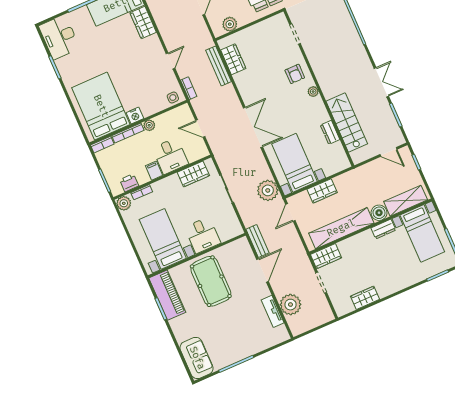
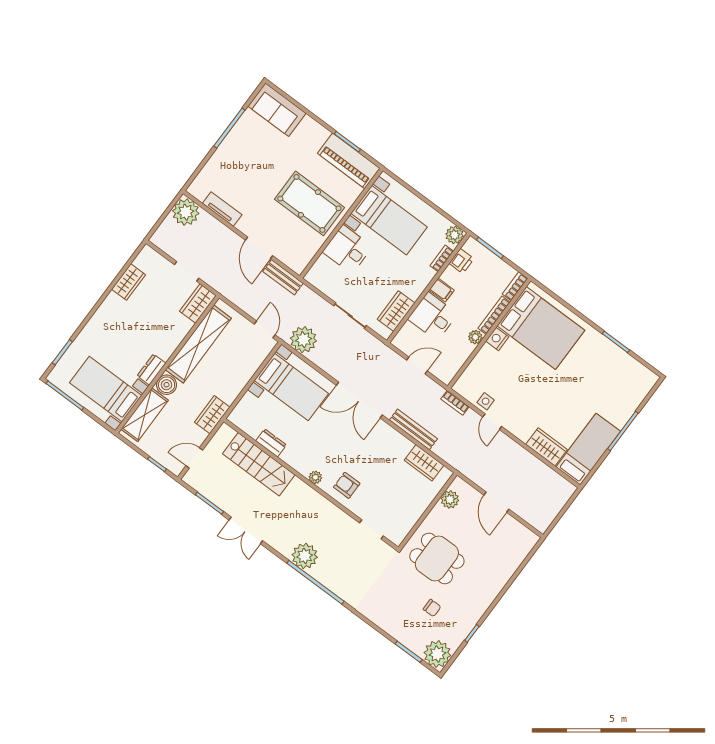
desk: (59, 37) -> (630, 378), removed
plant: (351, 42) -> (305, 556), added
bench: (219, 66) -> (413, 429), moved
side table: (173, 98) -> (486, 401), moved
wardrobe: (322, 191) -> (212, 415), moved
plant: (290, 305) -> (186, 212), moved

